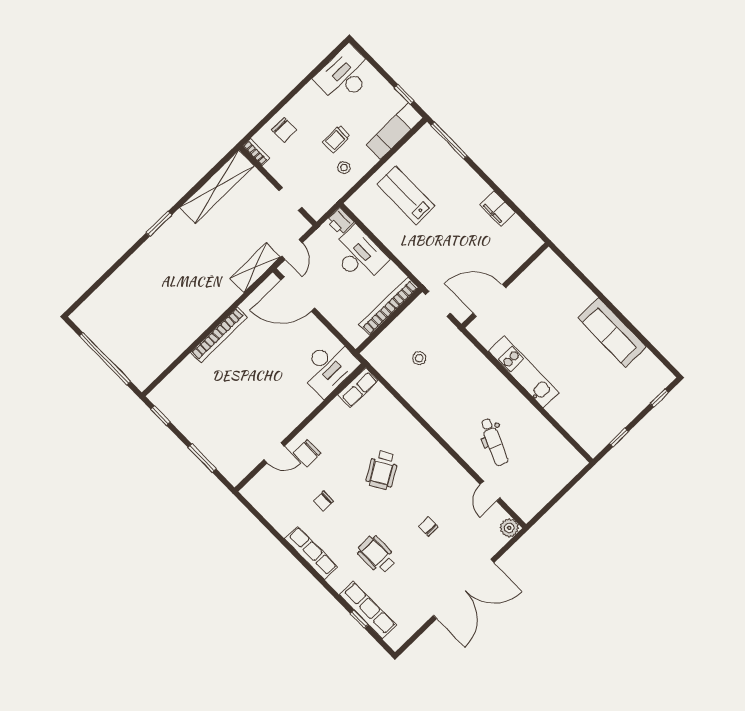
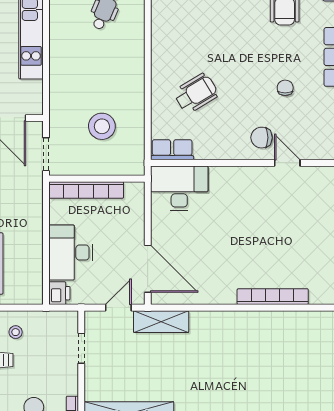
bookcase: (219, 335) -> (273, 297), moved
stool: (419, 358) -> (102, 126), width x1.89, depth x1.89
chair: (307, 453) -> (262, 138), turned 180
wheelchair: (382, 470) -> (196, 93), moved
chair: (323, 501) -> (285, 88), turned -90

